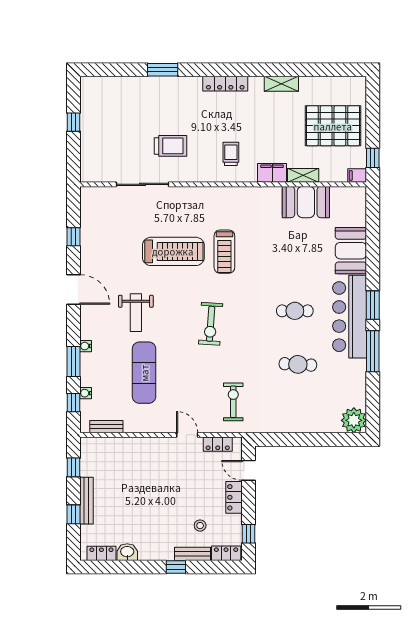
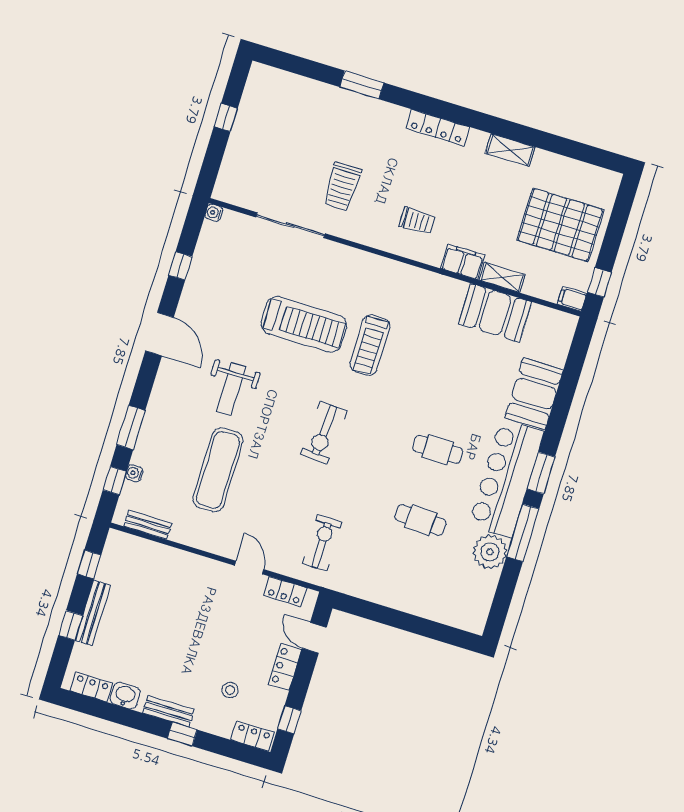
trolley: (171, 146) -> (342, 187), turned 90
trolley: (231, 154) -> (417, 221), turned 89
water cooler: (86, 346) -> (214, 213), moved
plant: (354, 420) -> (490, 552), moved
bench: (192, 554) -> (169, 711), moved

